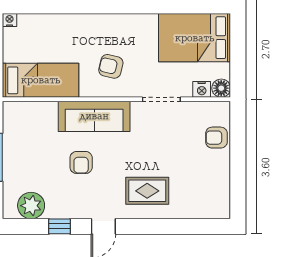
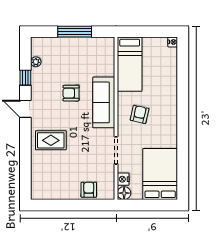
rug: (147, 191) -> (51, 140), turned 90
plant: (31, 206) -> (36, 62), width x0.53, depth x0.53

